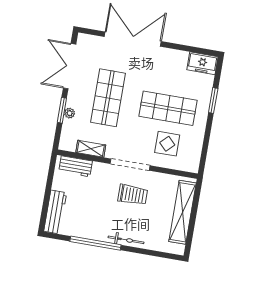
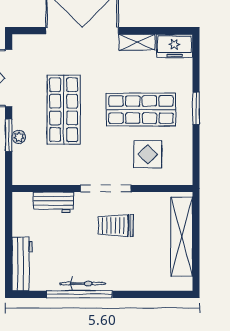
window: (213, 101) -> (196, 108), moved
shelving: (91, 149) -> (137, 42), moved
workbench: (76, 166) -> (53, 202), moved
trolley: (133, 195) -> (116, 226), turned 180
bicycle: (126, 240) -> (83, 284), moved

